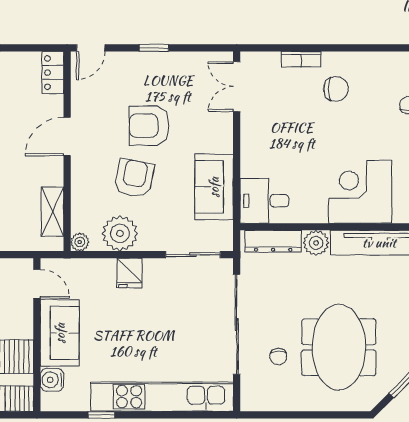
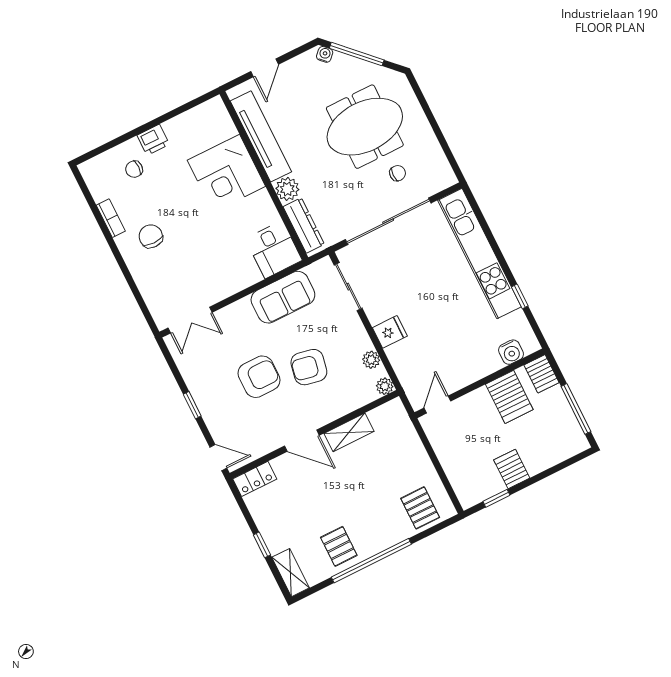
bookcase: (301, 59) -> (111, 218), moved
armchair: (149, 126) -> (259, 377), turned -90
shelving: (52, 211) -> (349, 432), moved
plant: (120, 233) -> (371, 360), width x0.53, depth x0.53
sofa: (60, 333) -> (469, 365), removed

